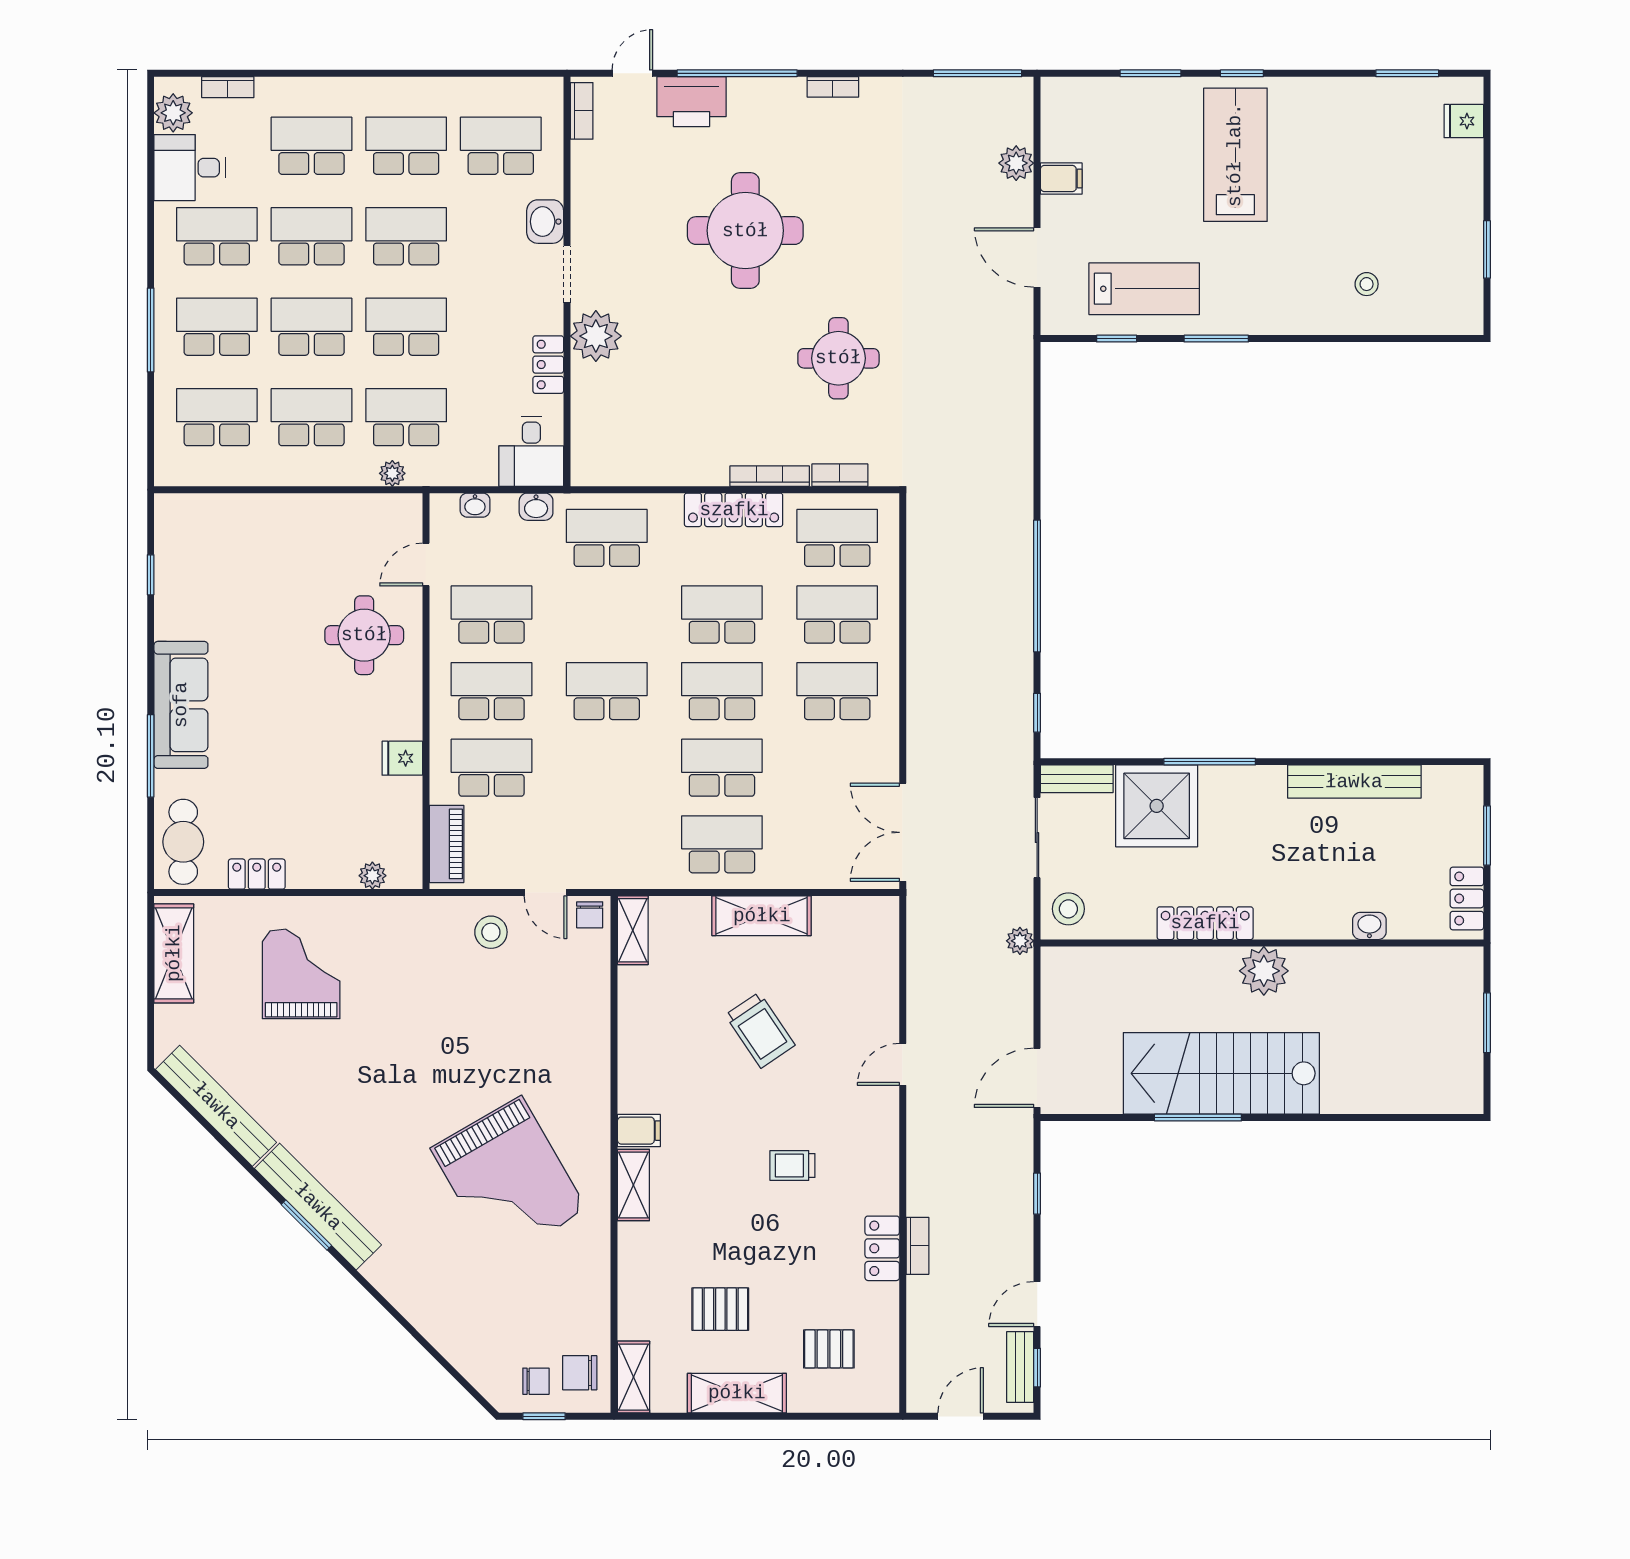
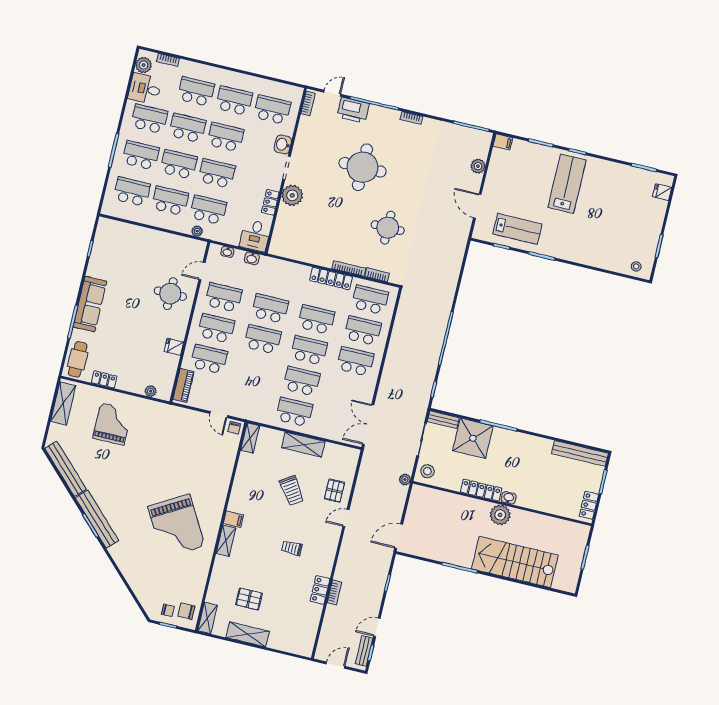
filing cabinet: (1061, 179) -> (503, 142), moved
stool: (1367, 284) -> (636, 266), moved
school desk: (607, 538) -> (270, 309), moved
bench: (1354, 782) -> (580, 453), moved
washbasin: (1369, 926) -> (509, 498), moved
stool: (491, 932) -> (193, 425), removed
stairs: (1221, 1073) -> (515, 562), moved
pallet: (829, 1349) -> (334, 491), moved, turned 90

